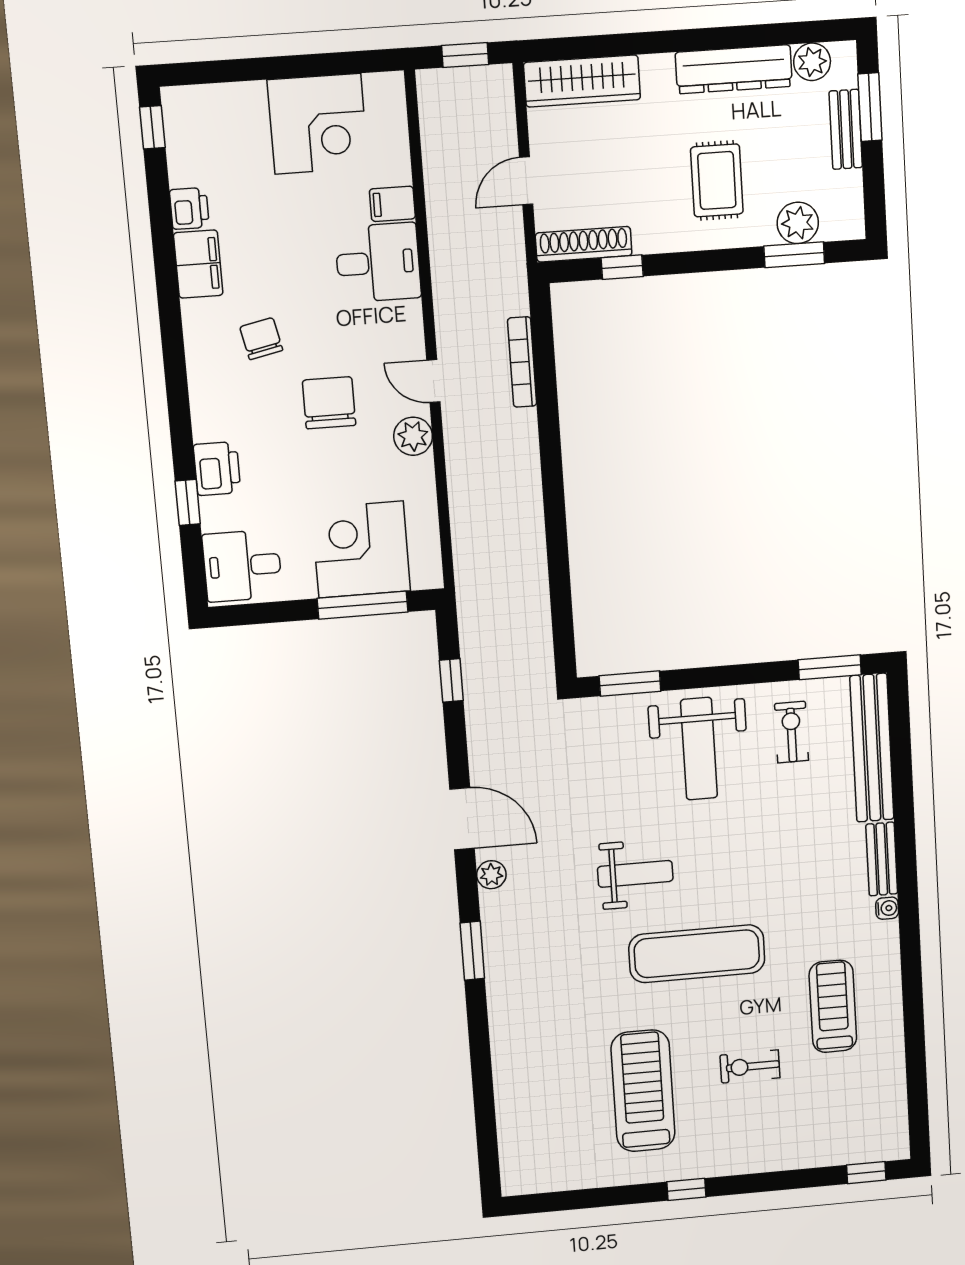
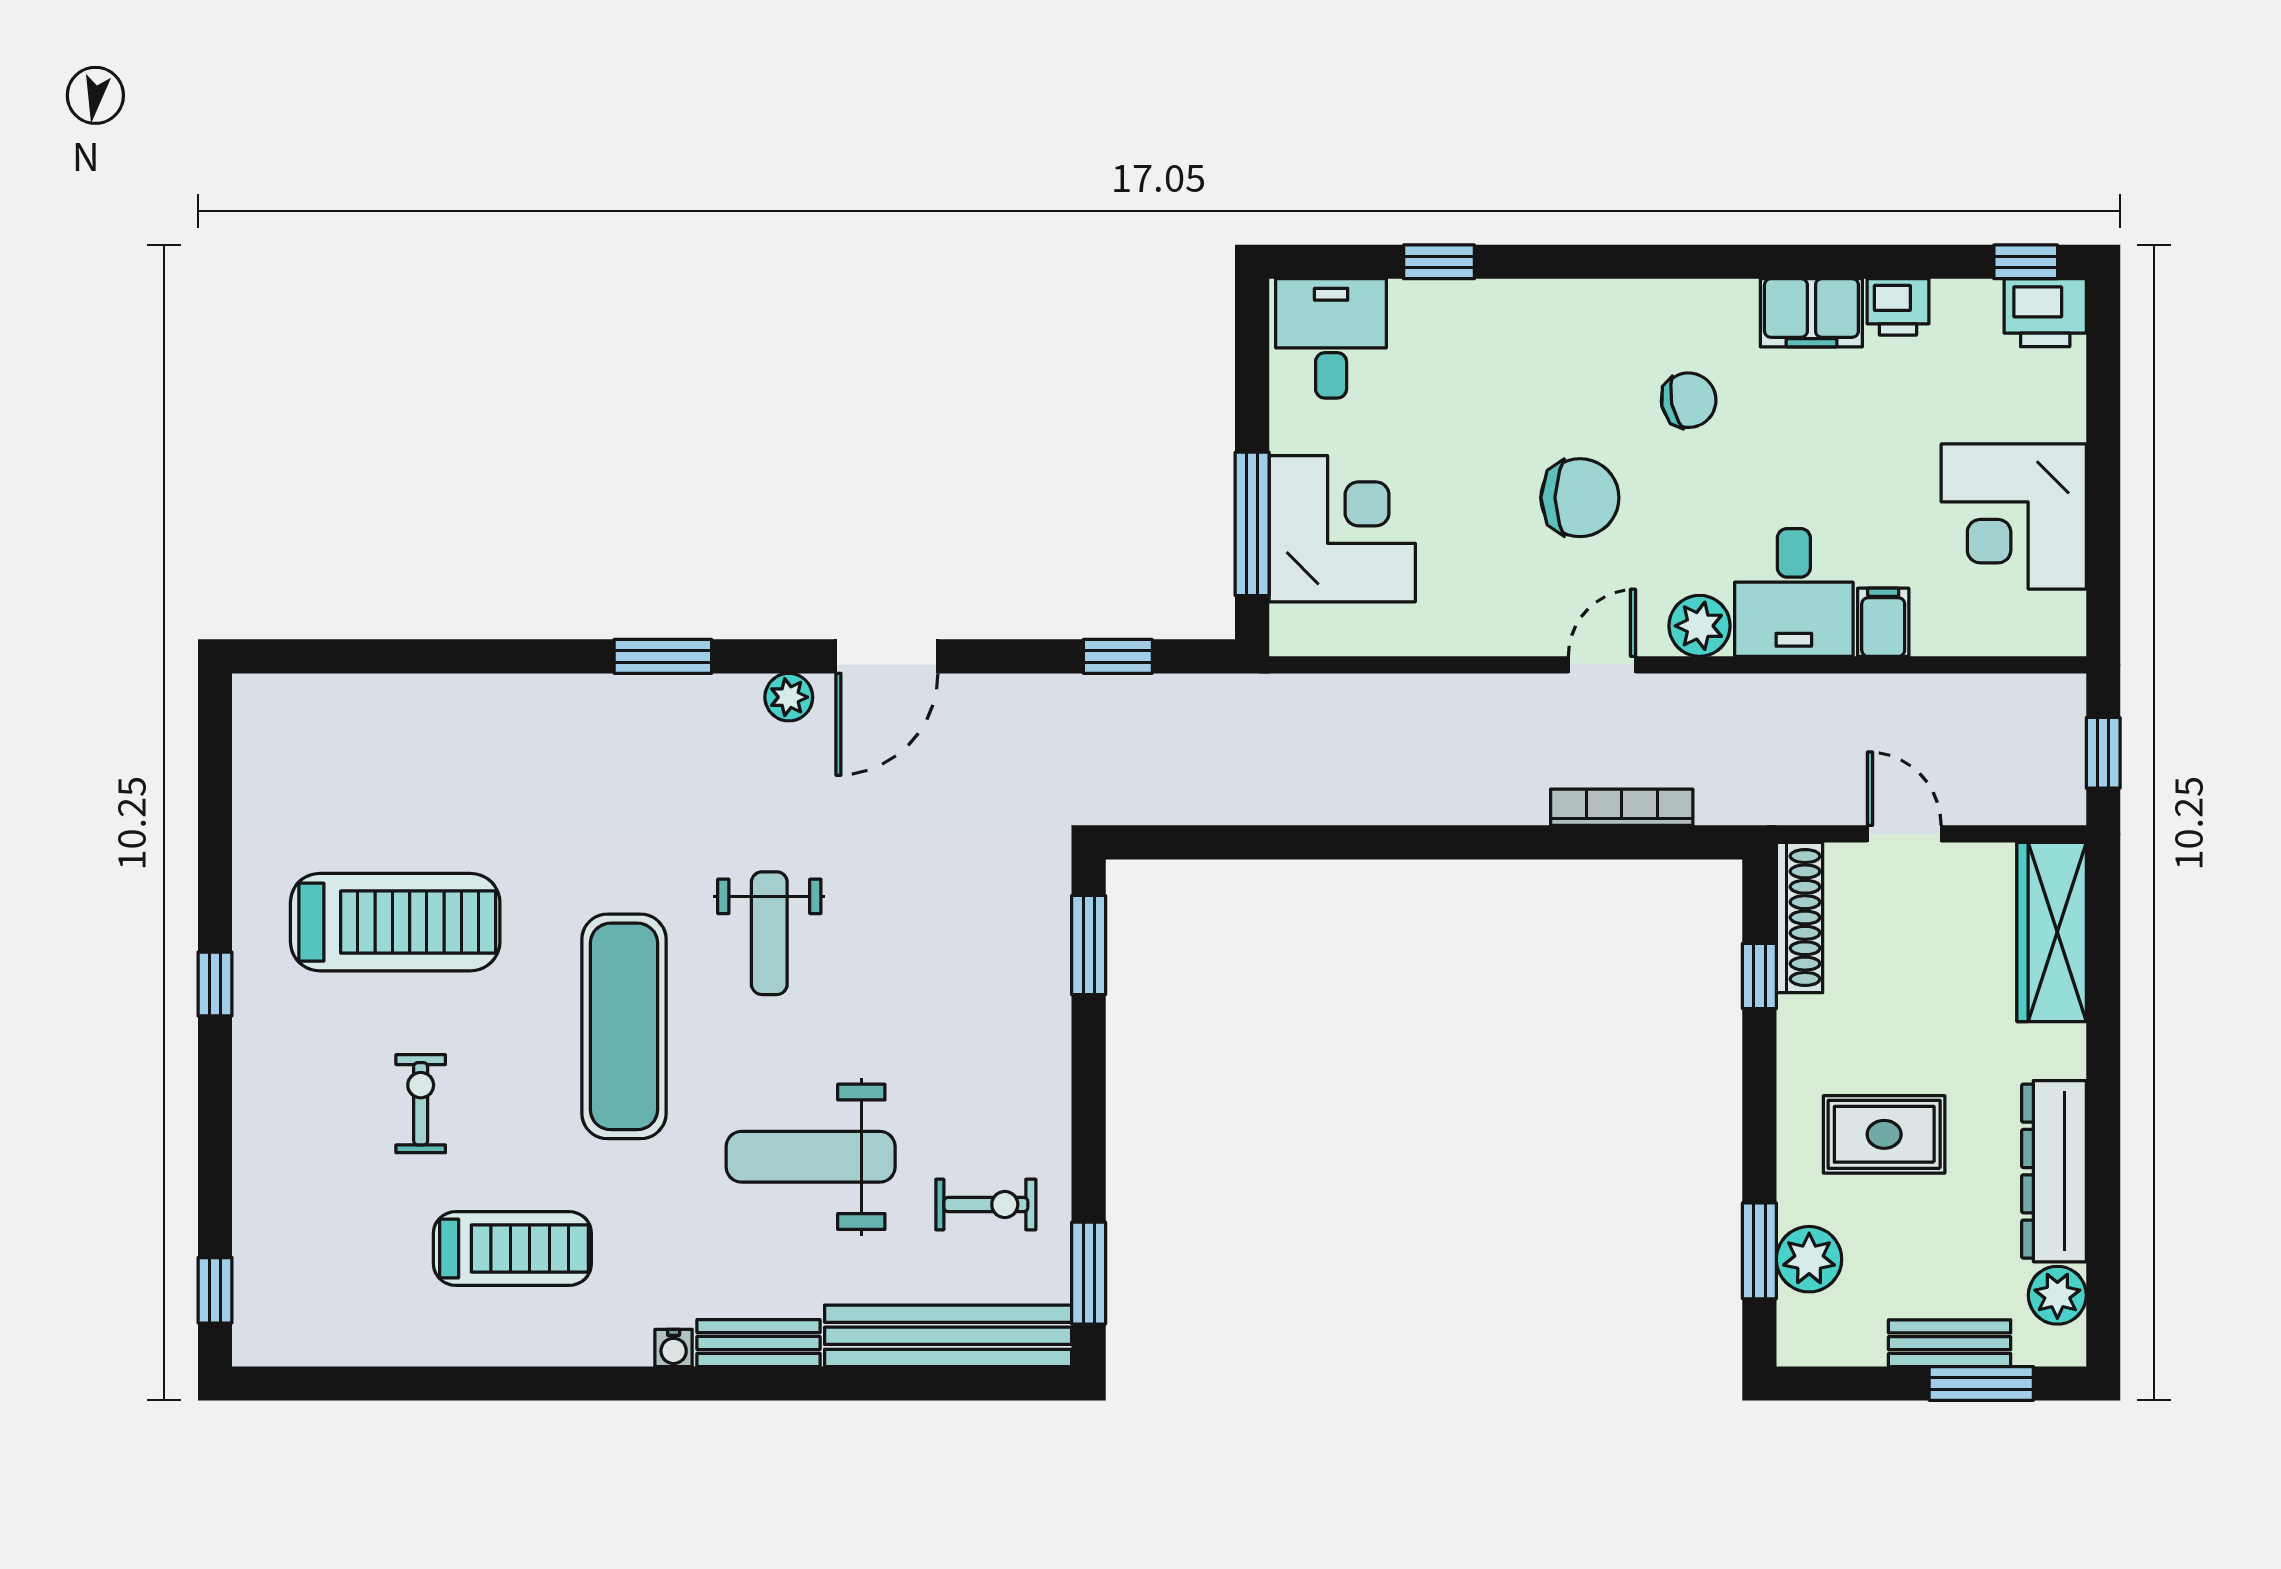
plant: (413, 436) -> (1700, 626), moved
printer: (217, 469) -> (2045, 313), moved
weight bench: (699, 749) -> (811, 1157), moved

